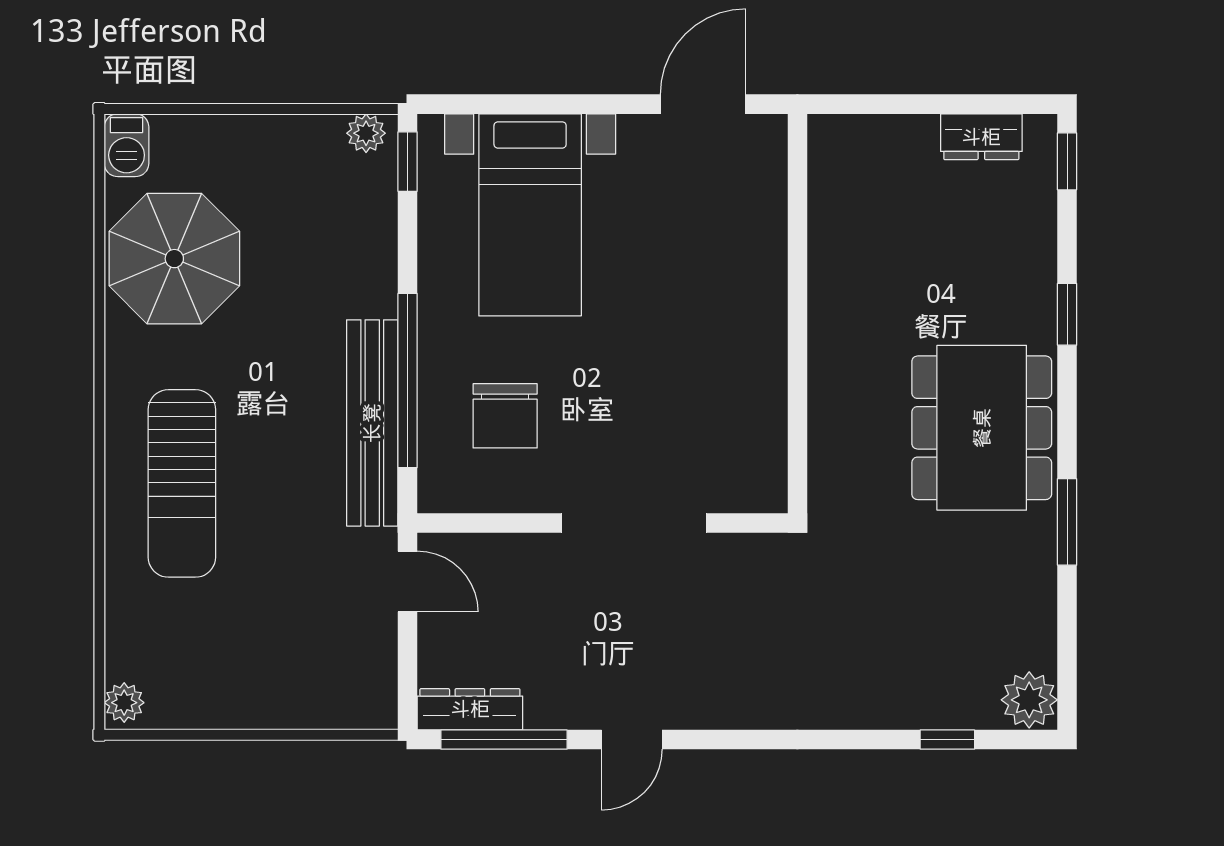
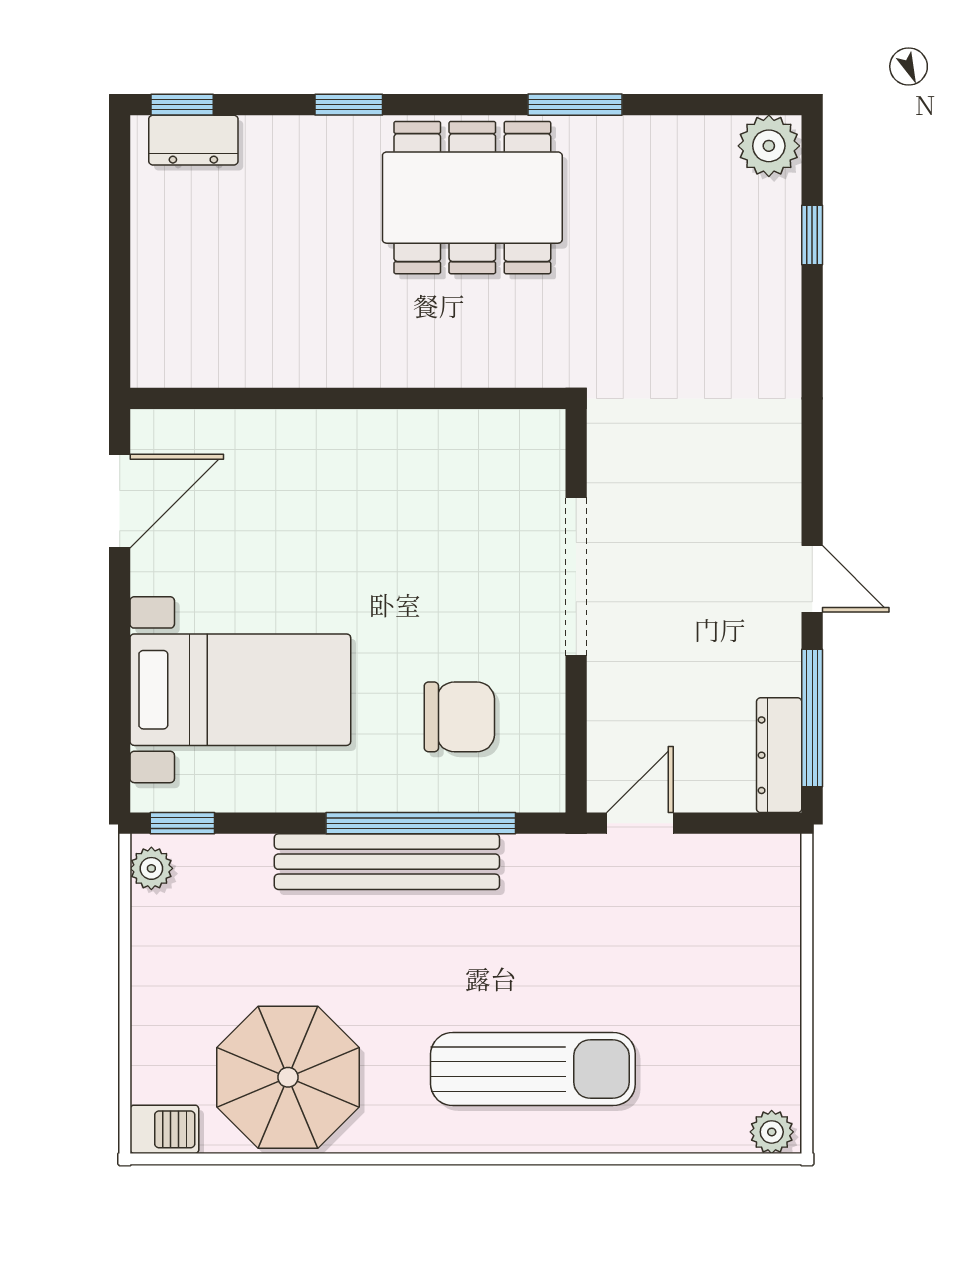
door: (703, 104) -> (120, 501), swing flipped
dresser: (981, 137) -> (193, 140), moved, turned 90
bench: (372, 423) -> (387, 862), moved

